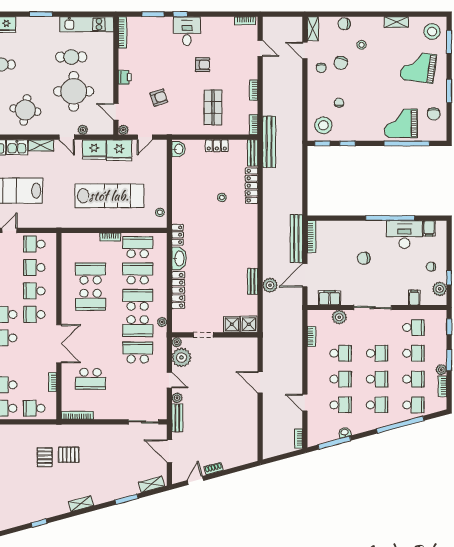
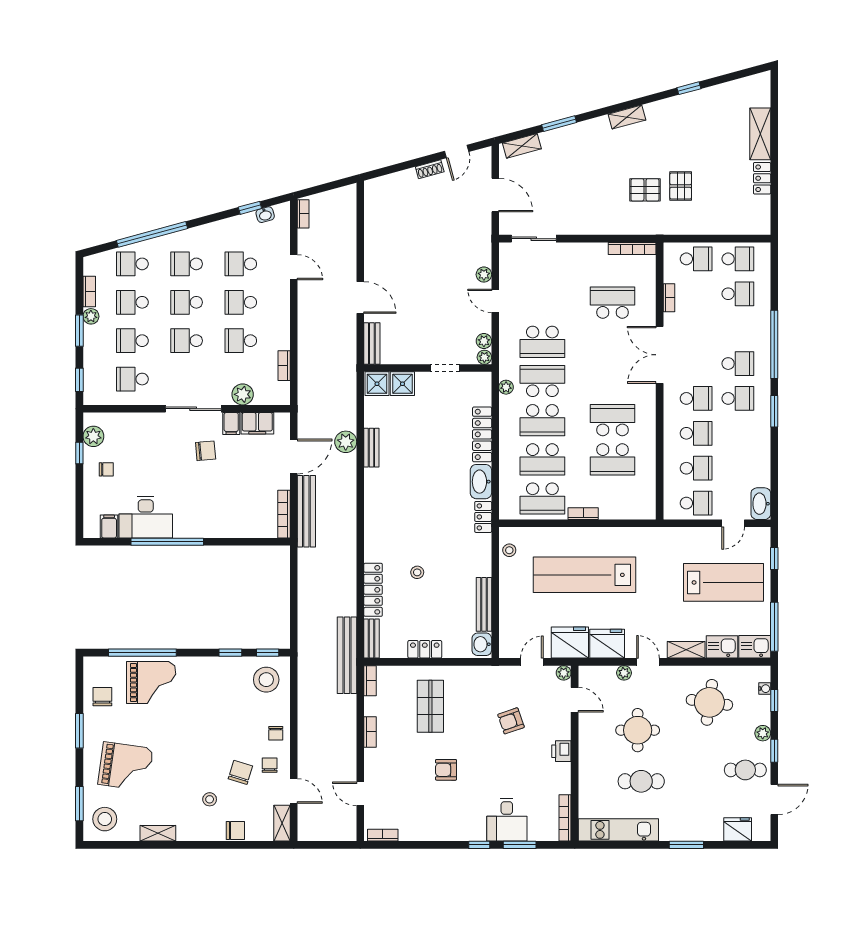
desk: (187, 31) -> (507, 820), moved
round table: (74, 91) -> (638, 730), width x0.73, depth x0.73
chair: (339, 103) -> (276, 733), moved
bench: (177, 176) -> (484, 604), added
chair: (364, 258) -> (206, 451), moved
filing cabinet: (414, 298) -> (231, 424), moved
plant: (181, 358) -> (484, 341), width x0.53, depth x0.53
bench: (177, 418) -> (372, 343), moved
washbasin: (345, 432) -> (265, 215), moved
window: (334, 443) -> (250, 208), width x0.46

